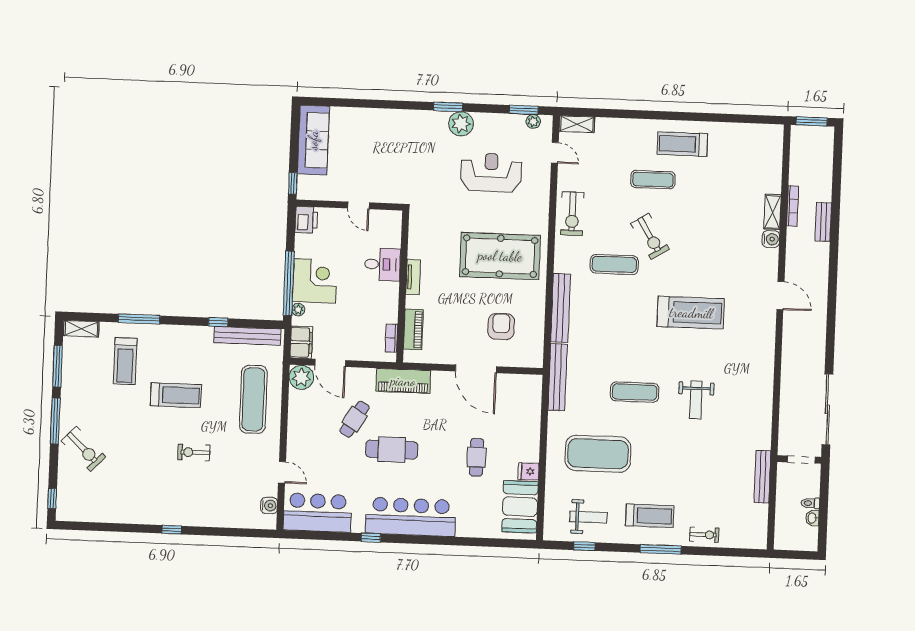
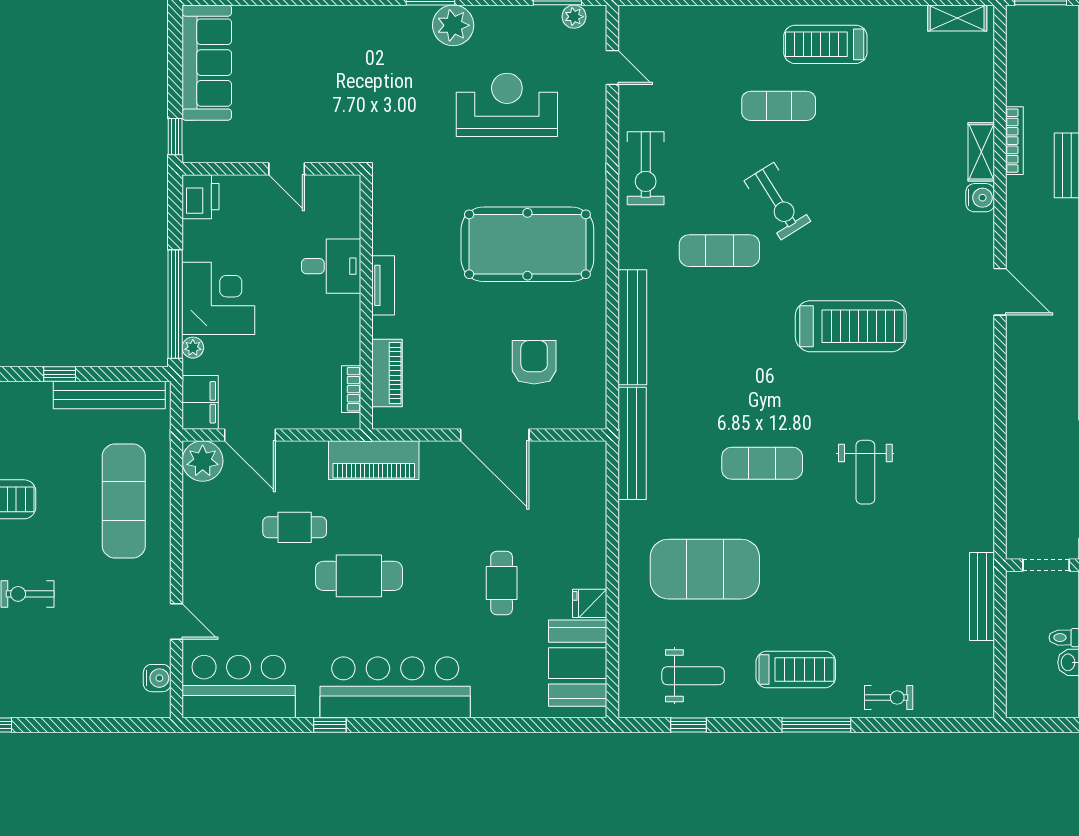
shelving: (577, 124) -> (957, 18), moved
cafe table: (355, 419) -> (295, 527), turned 59

